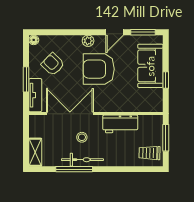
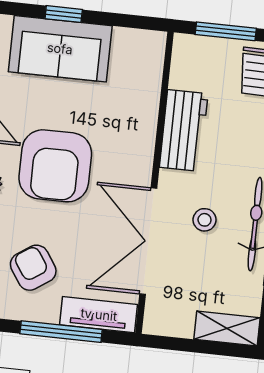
armchair: (53, 64) -> (33, 268), turned 102
window: (26, 79) -> (61, 332), width x1.44
window: (166, 80) -> (64, 14), moved

